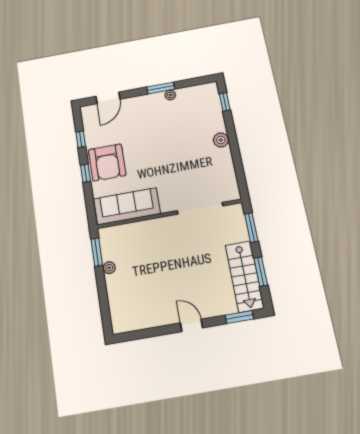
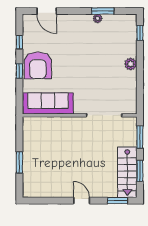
window: (161, 88) -> (103, 11), moved
door: (108, 98) -> (47, 11), hinge flipped
window: (97, 252) -> (19, 162), moved
plant: (109, 268) -> (27, 148), removed

